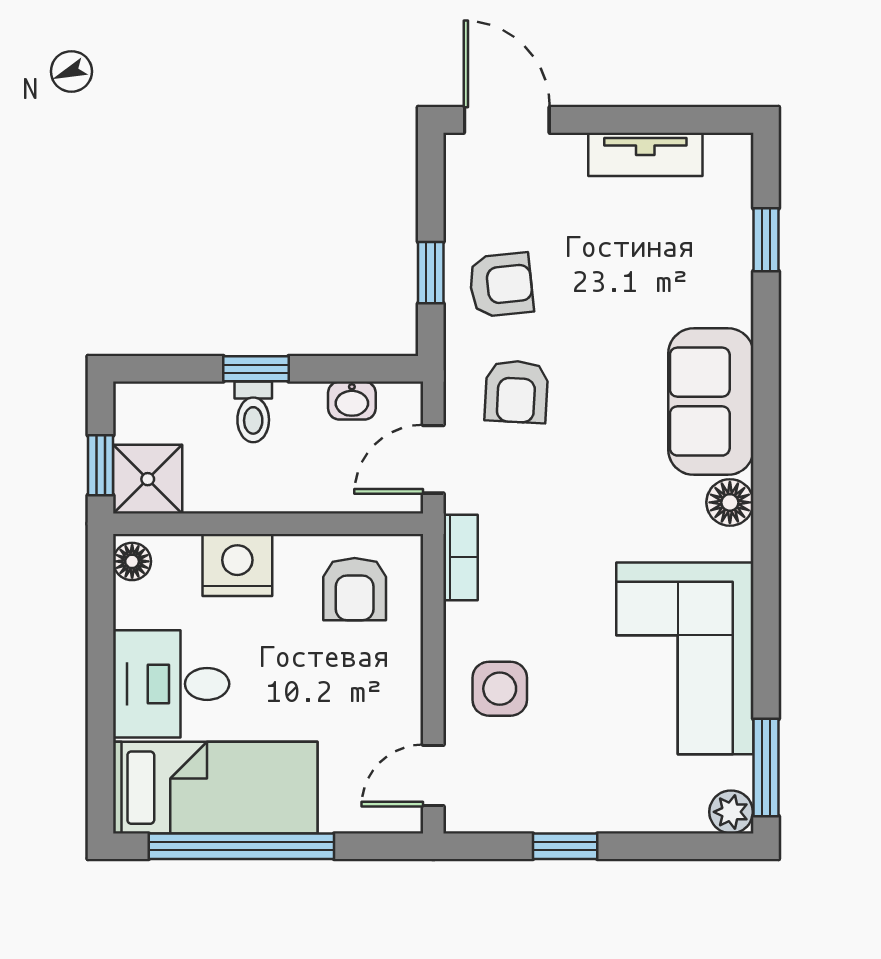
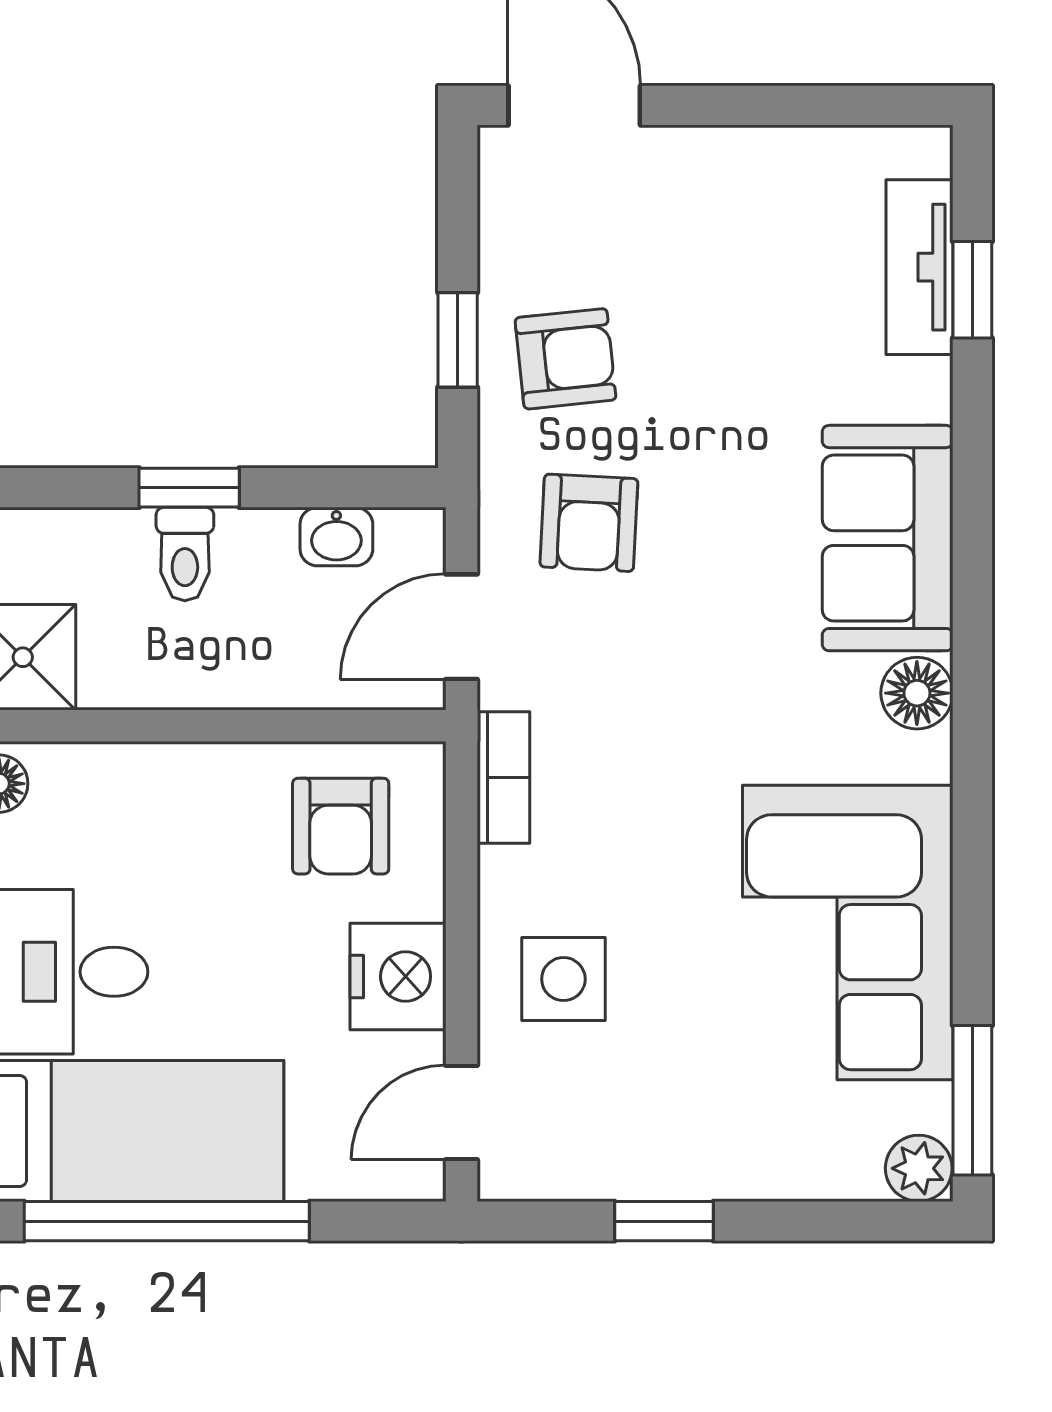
tv unit: (645, 154) -> (919, 267), moved, turned 90
nightstand: (237, 565) -> (398, 977), moved, turned 90

